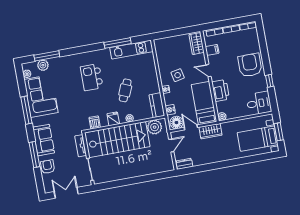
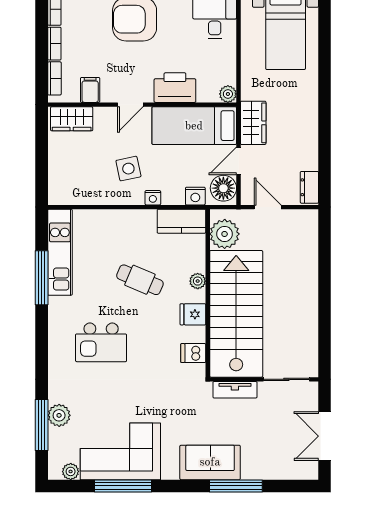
plant: (43, 65) -> (59, 415), moved
window: (26, 110) -> (123, 486), moved
armchair: (48, 167) -> (265, 464), removed

